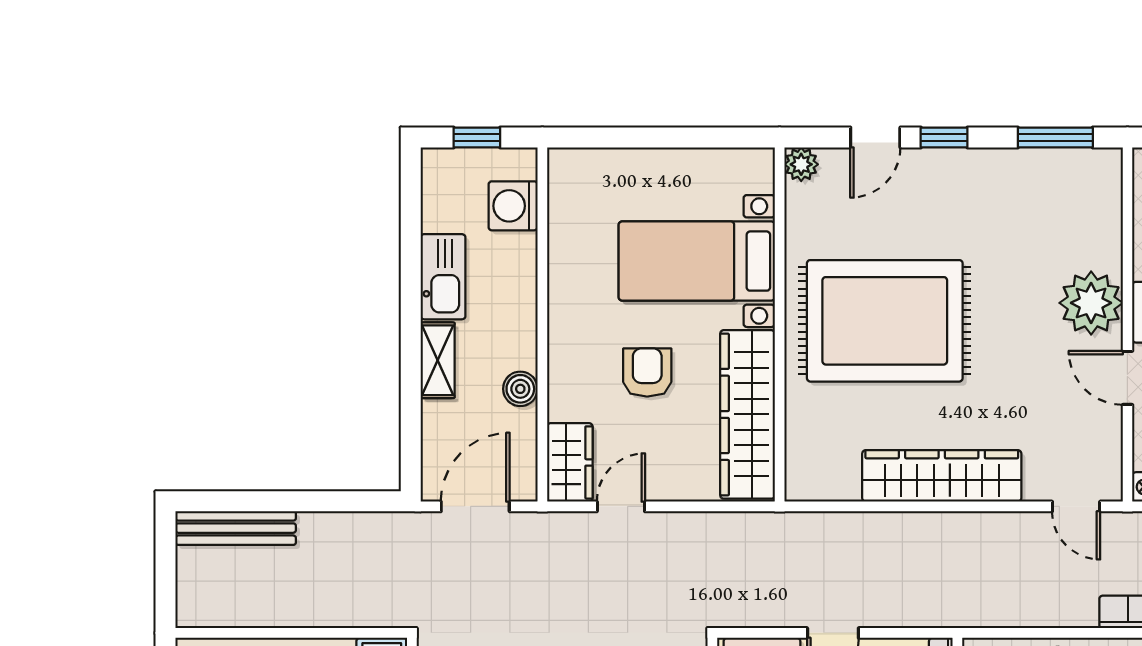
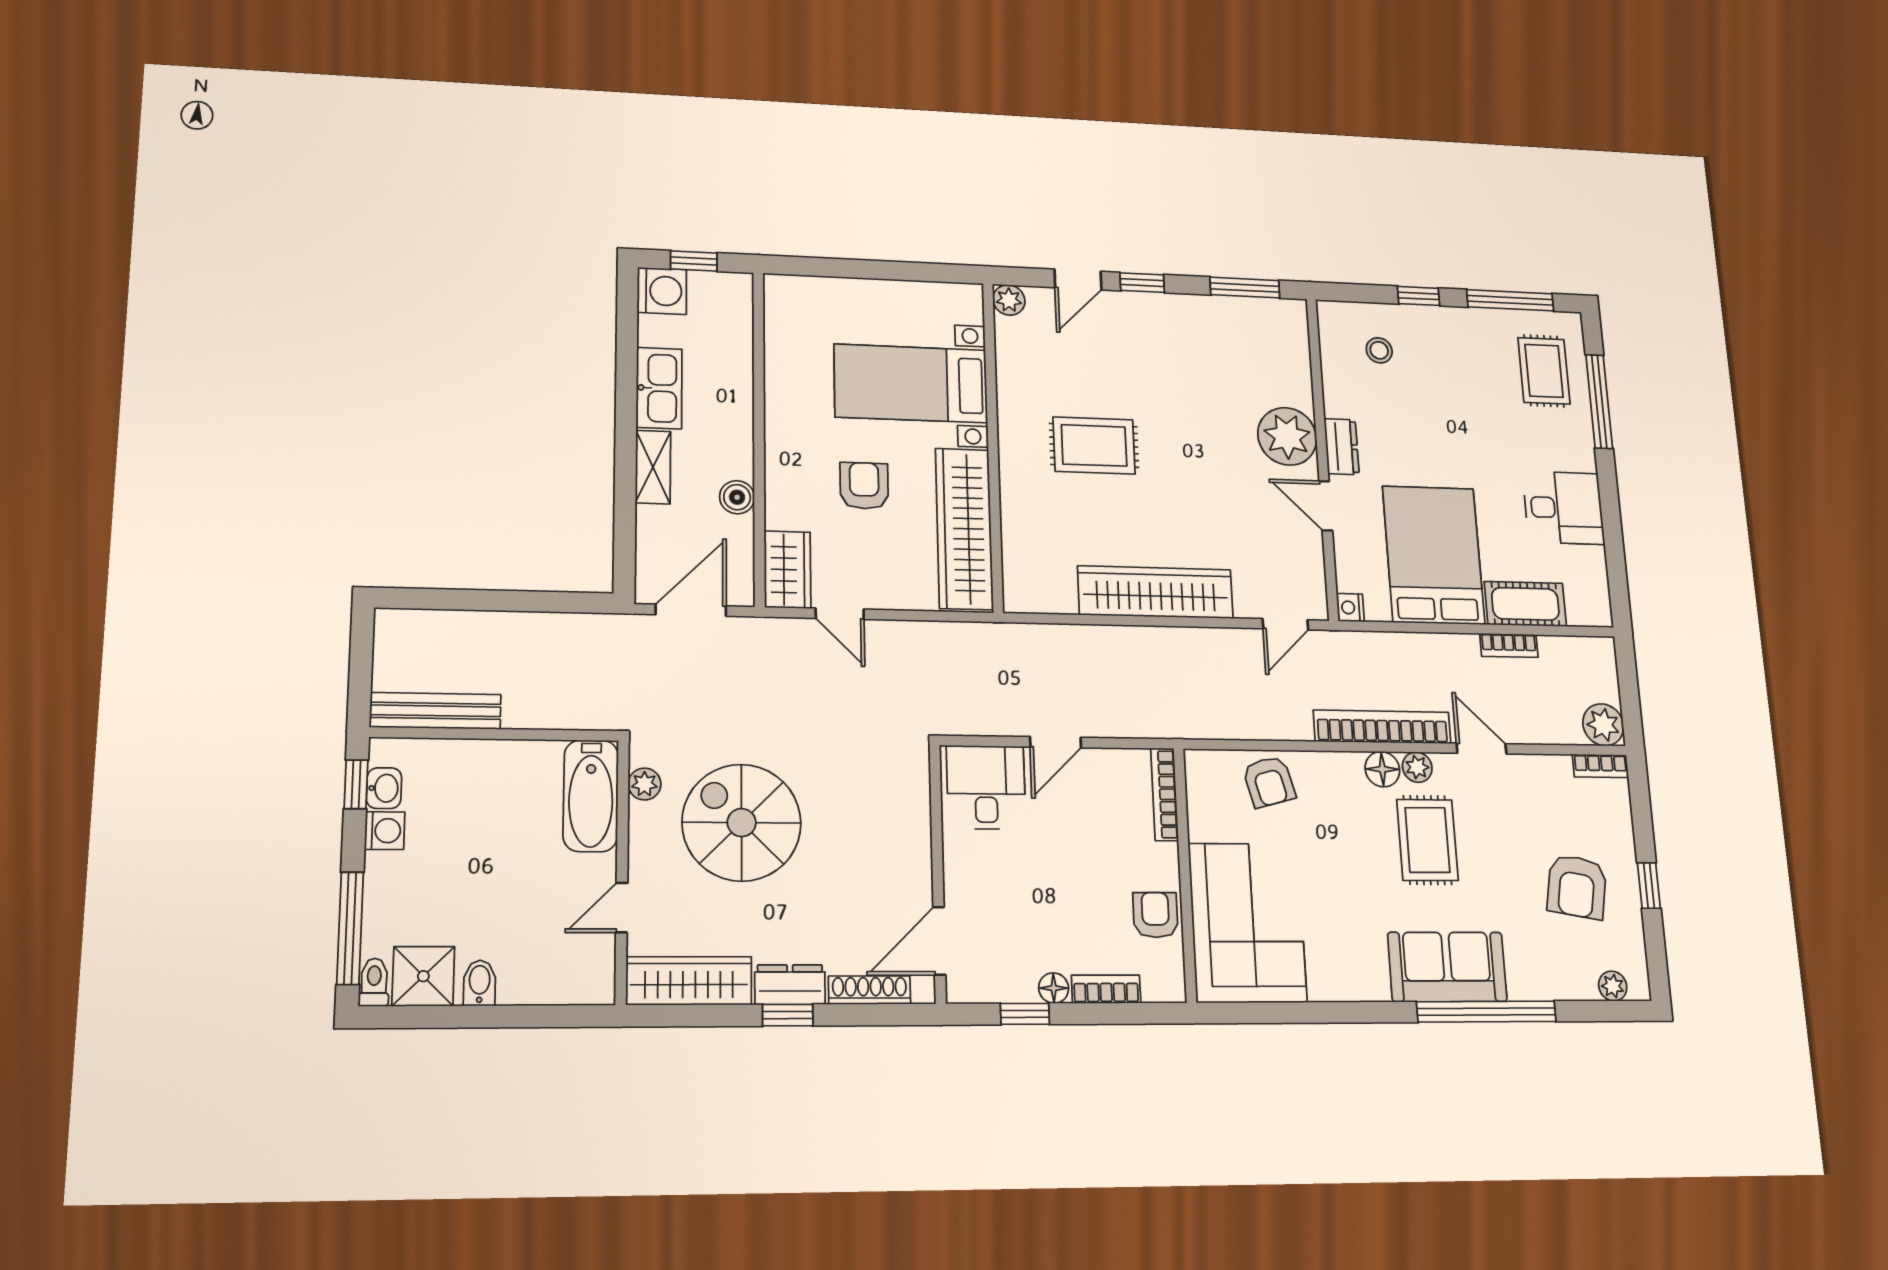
washing machine: (513, 206) -> (662, 291), moved, turned 180
rug: (885, 321) -> (1094, 445), width x0.54, depth x0.49
door: (621, 506) -> (840, 614), swing flipped
door: (1076, 506) -> (1285, 624), hinge flipped
bench: (236, 528) -> (435, 711), moved

